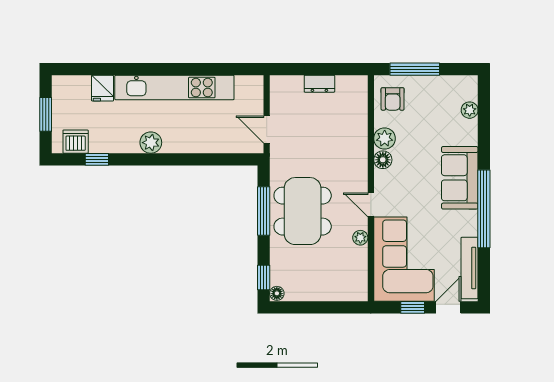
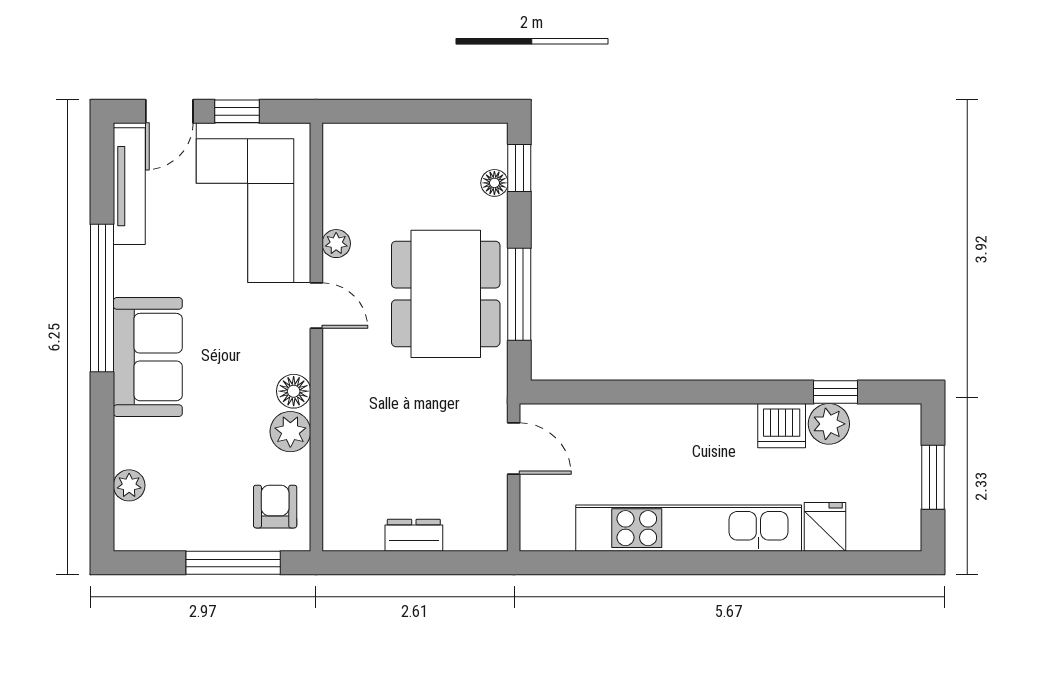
dishwasher: (76, 142) -> (782, 426), moved
plant: (151, 143) -> (829, 424), moved
floor lamp: (277, 293) -> (494, 183), moved

